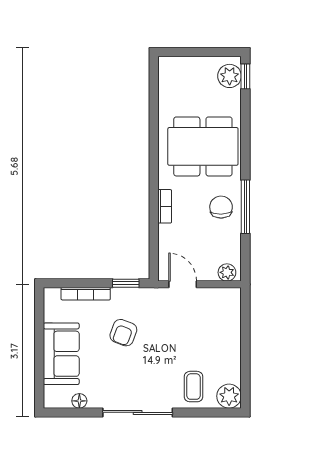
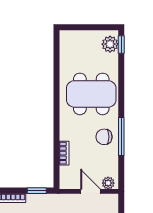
bookcase: (165, 206) -> (64, 153), moved
chair: (221, 207) -> (104, 137), turned -89
door: (183, 284) -> (90, 191), moved

